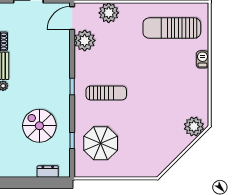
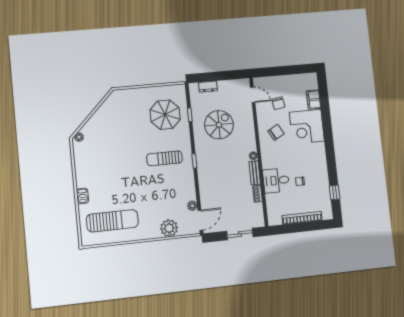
plant: (85, 41) -> (192, 206), width x0.53, depth x0.53
spiral stairs: (39, 126) -> (219, 125), turned -90
plant: (194, 127) -> (79, 137), width x0.53, depth x0.53

